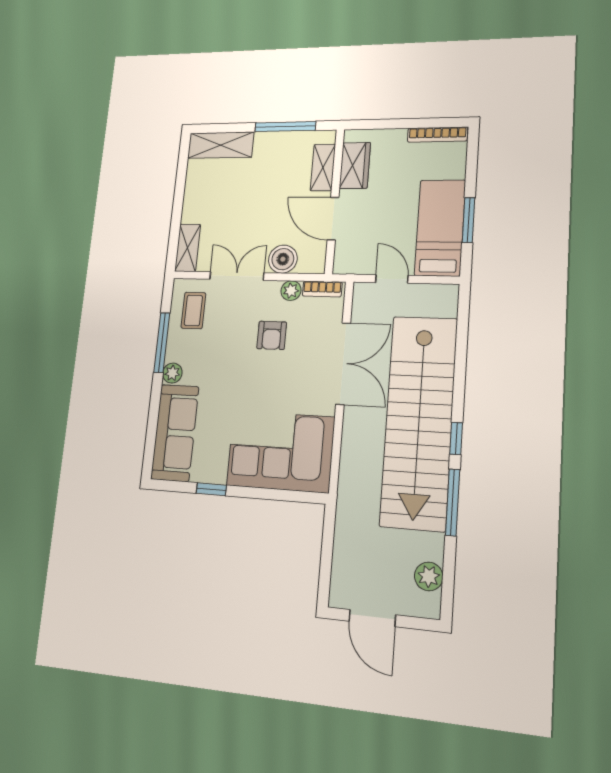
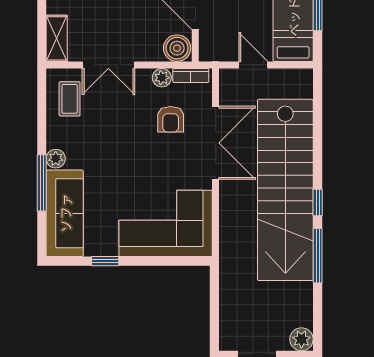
boiler: (283, 259) -> (177, 48), moved
double door: (237, 276) -> (108, 65), swing flipped
armchair: (272, 335) -> (171, 119), moved
window: (162, 343) -> (42, 183), moved
plant: (429, 576) -> (301, 339), moved

